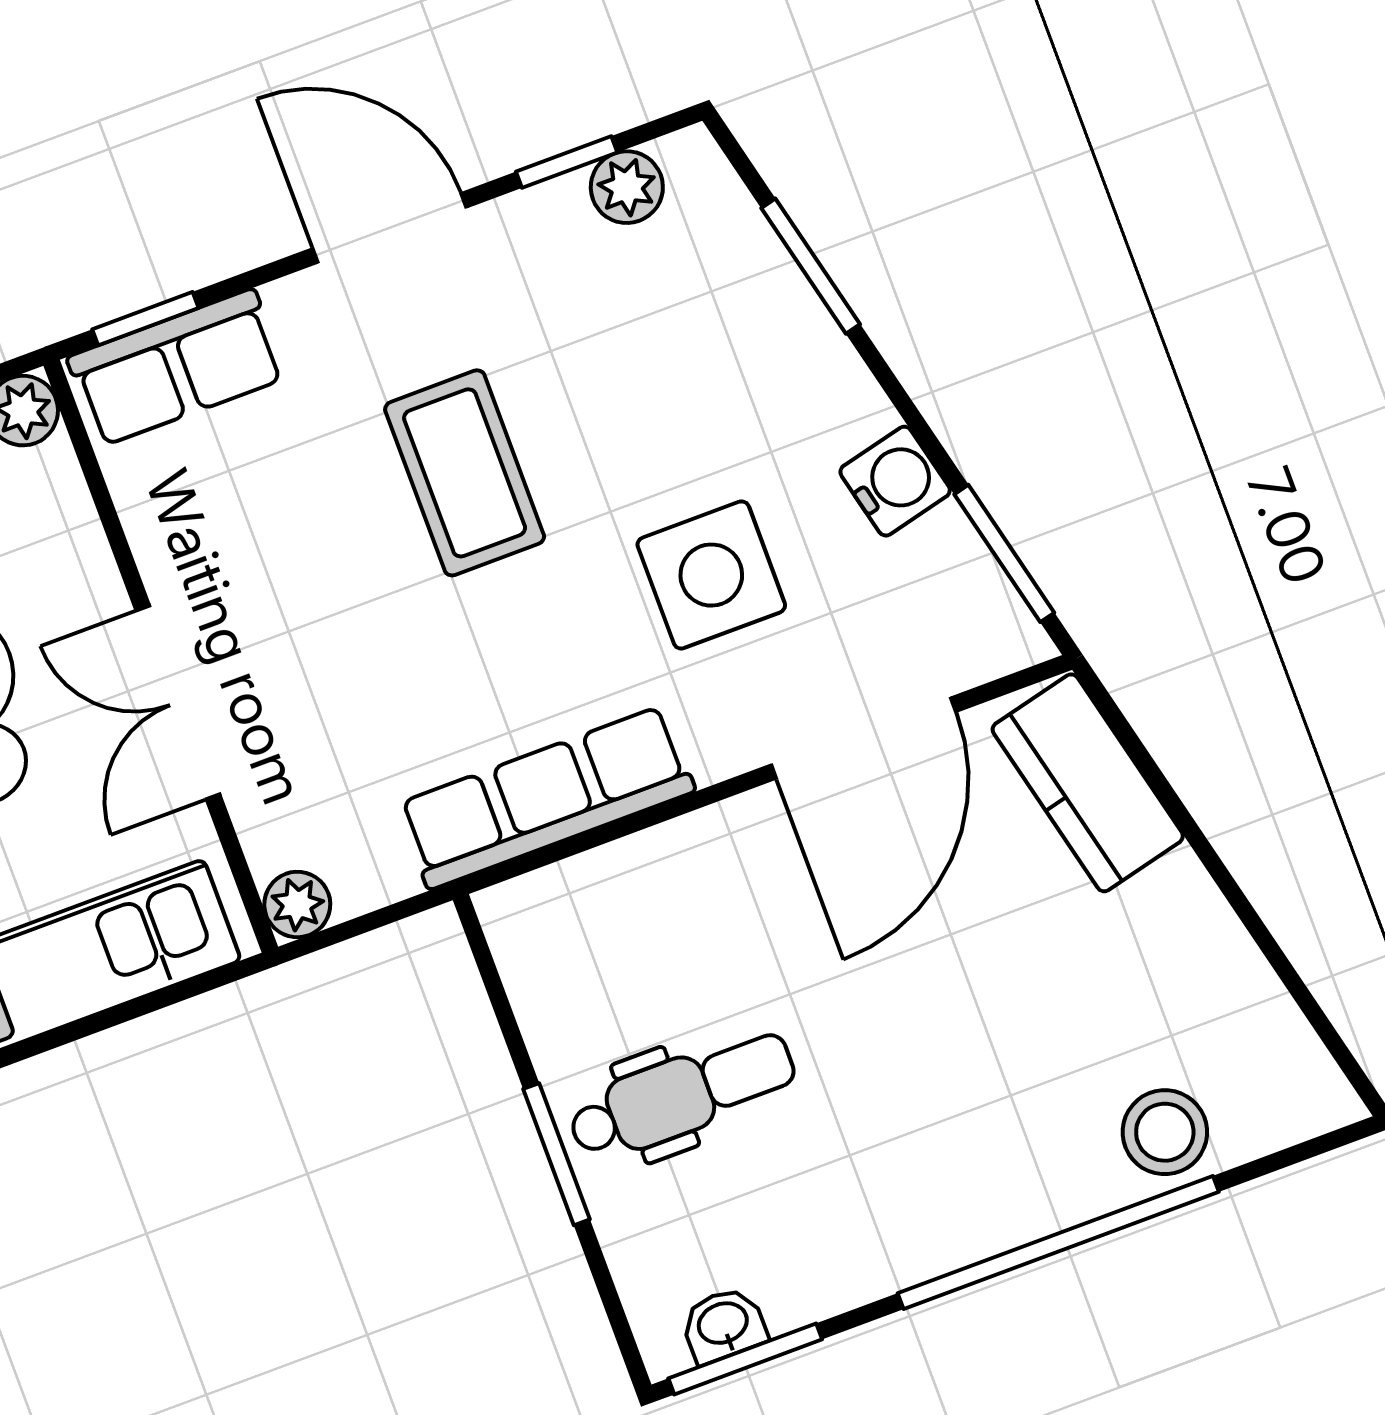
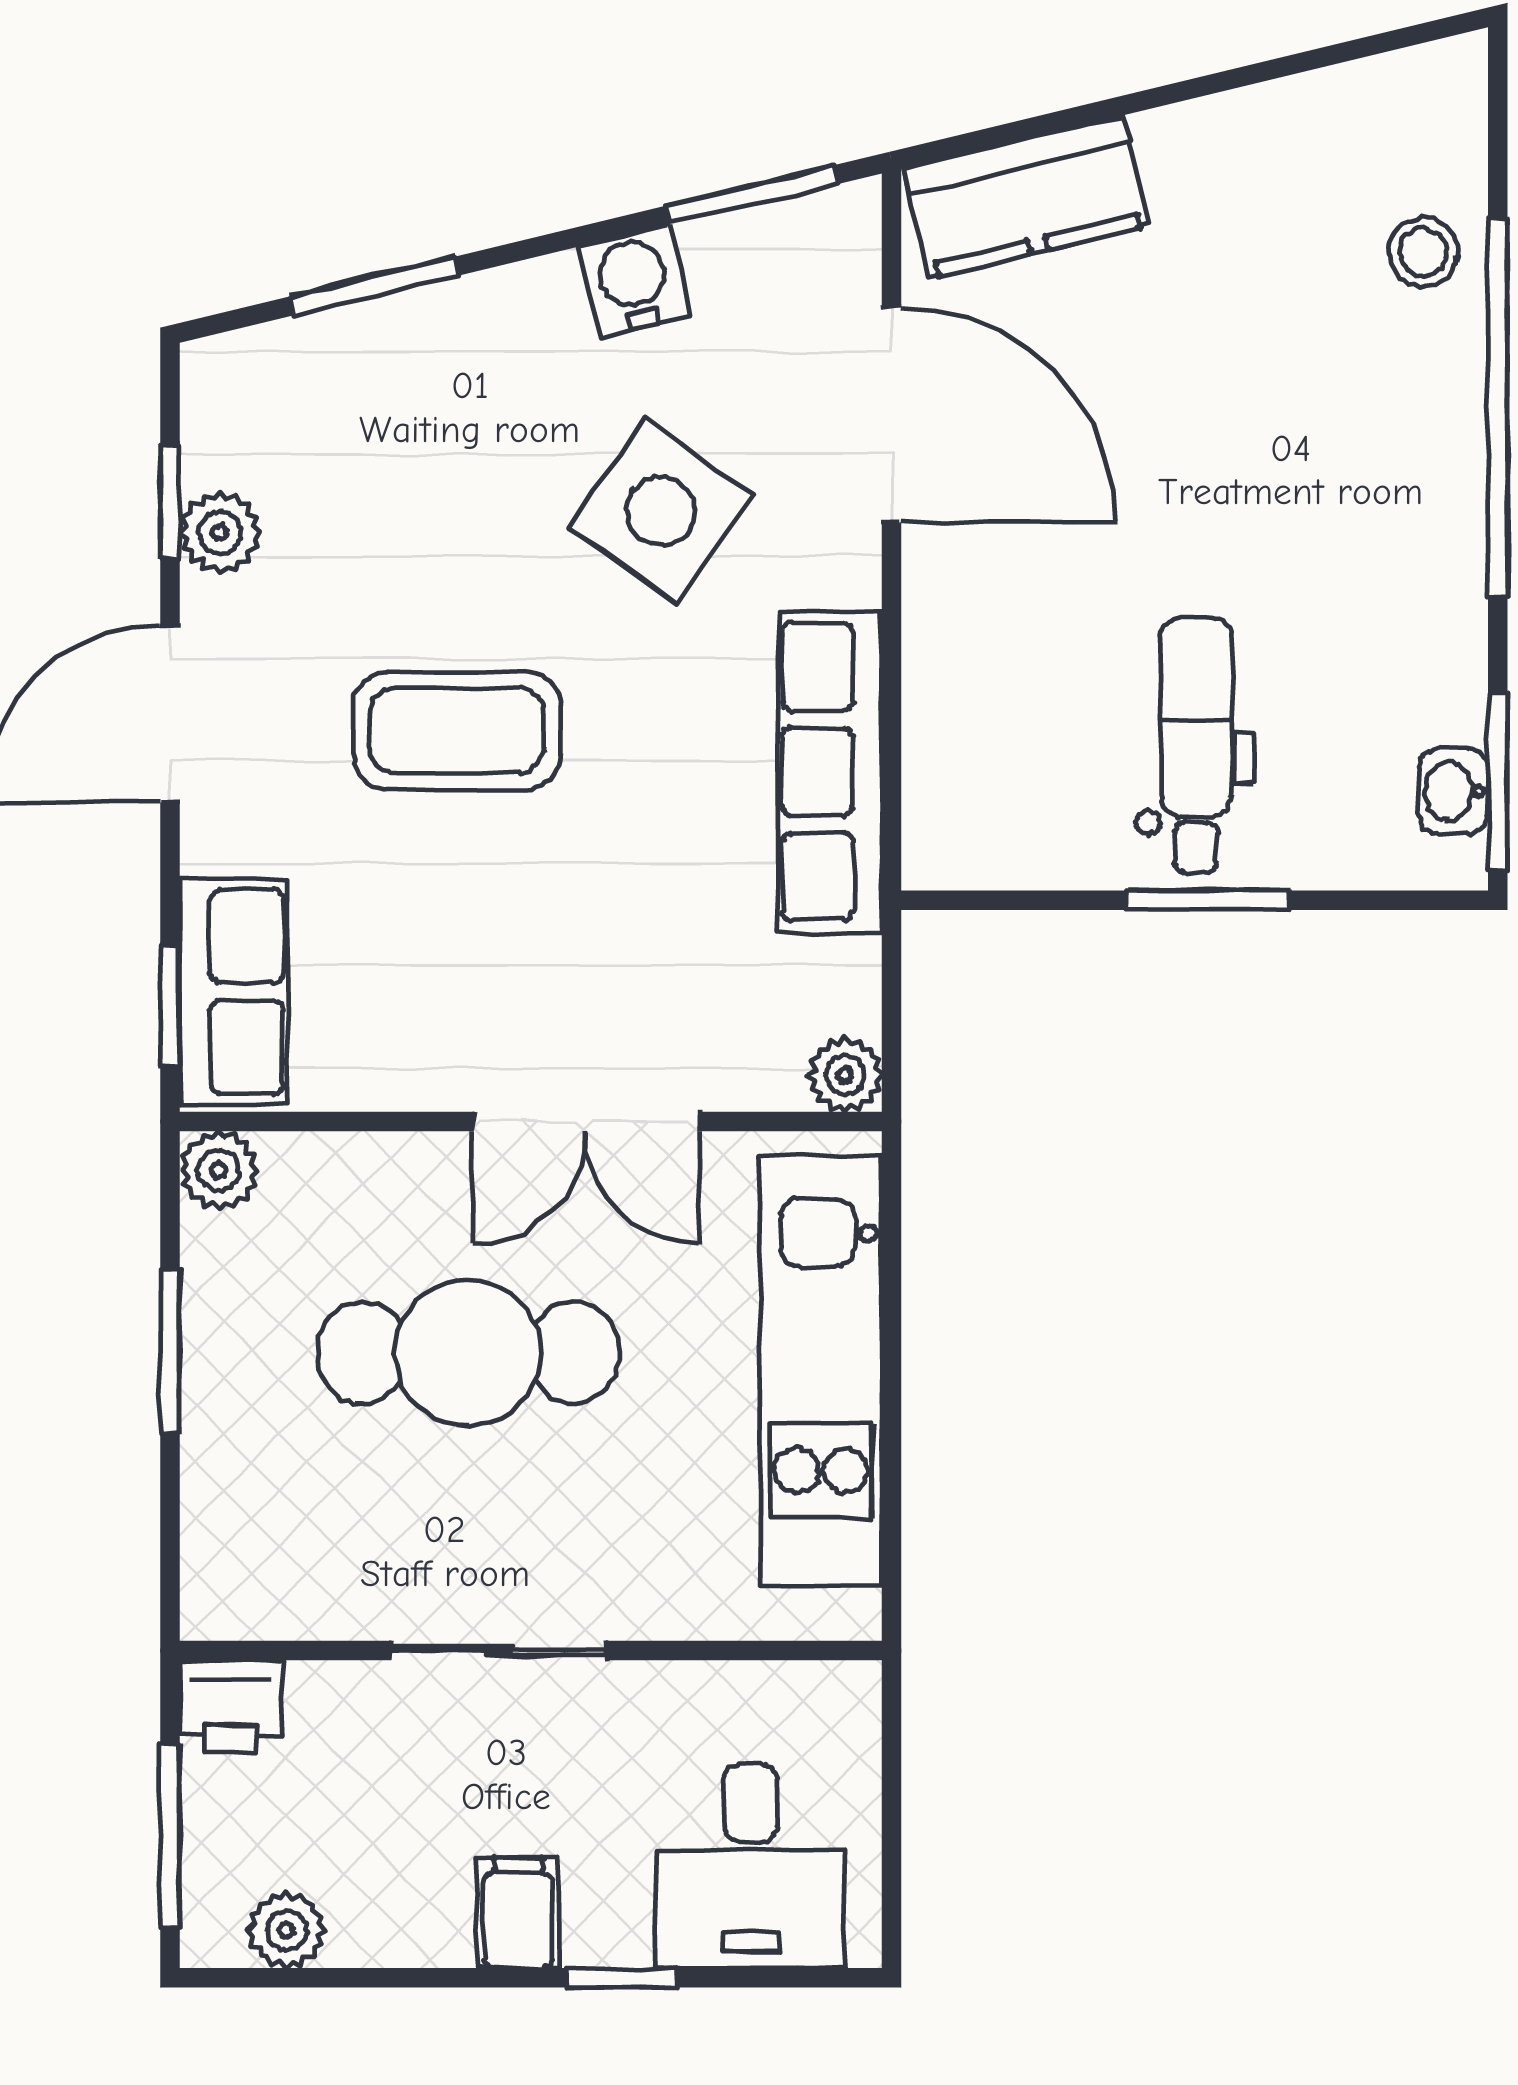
plant: (627, 187) -> (220, 532), moved
side table: (711, 575) -> (661, 511), turned 35
stool: (1165, 1132) -> (1423, 252), width x0.73, depth x0.73

